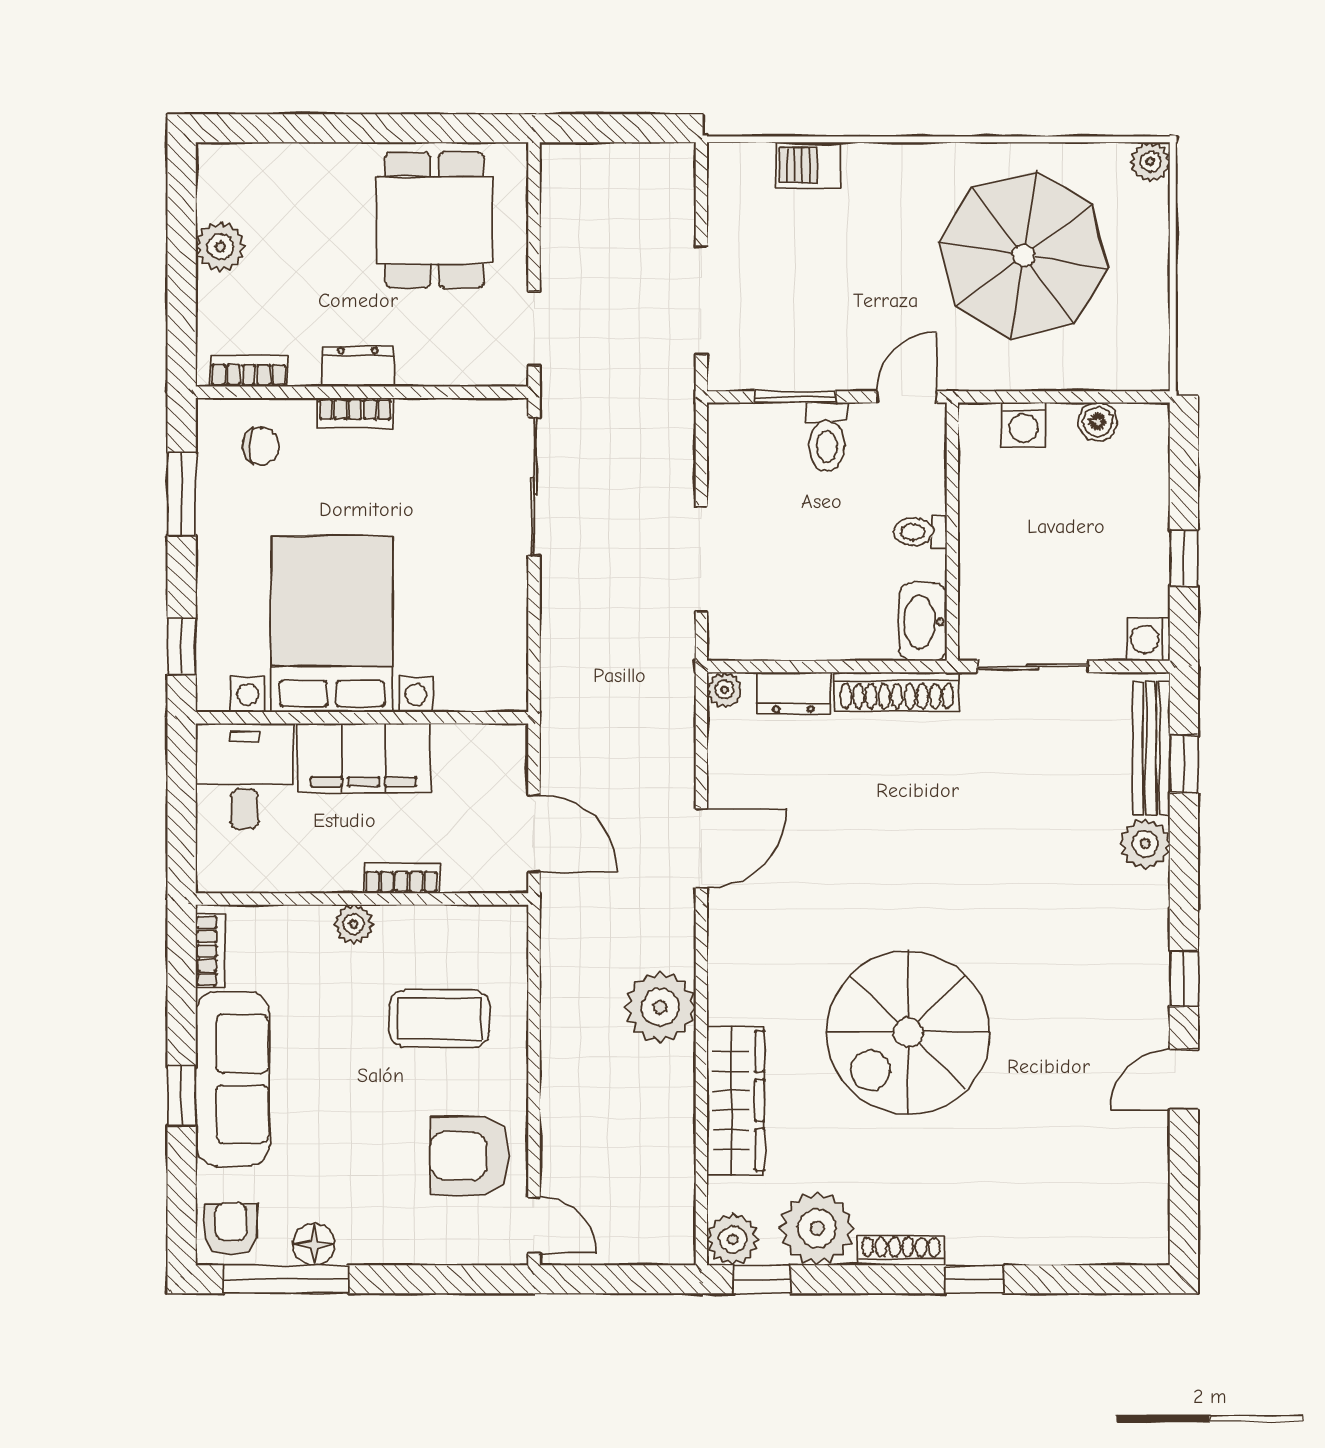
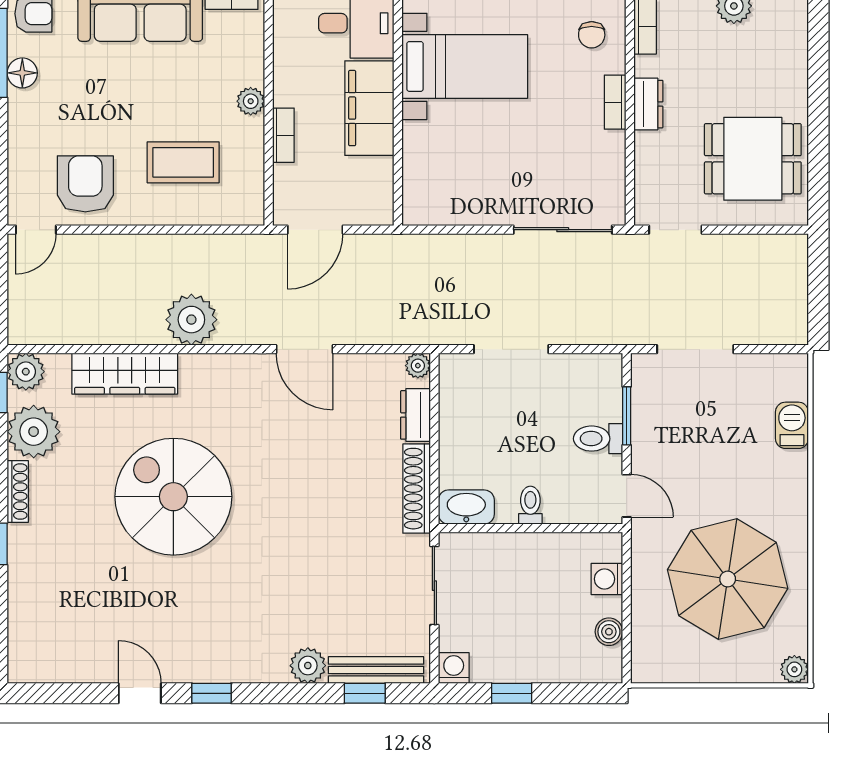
bed with nightstands: (332, 624) -> (465, 66), width x0.73
coffee table: (439, 1019) -> (183, 162), turned 90

